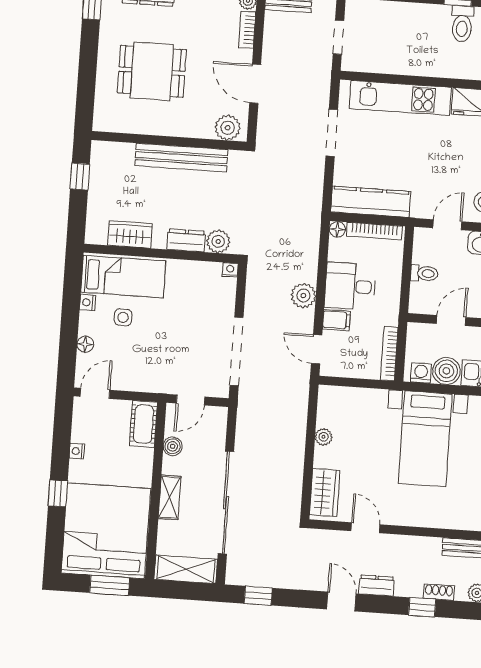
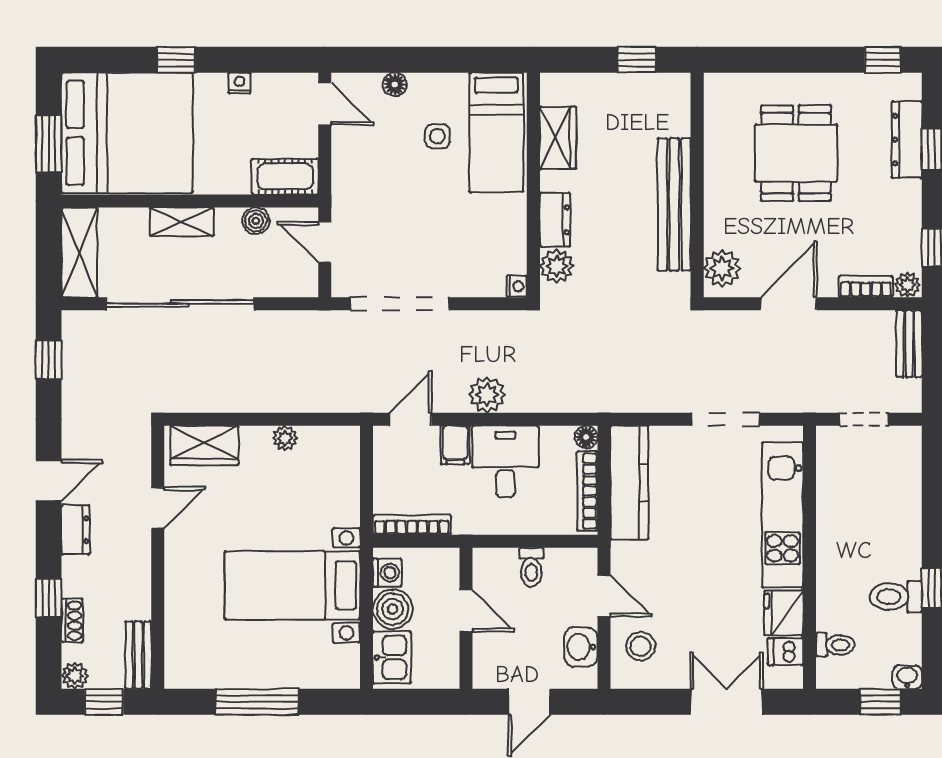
nightstand: (87, 302) -> (455, 83), removed

